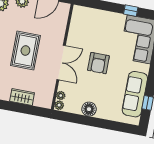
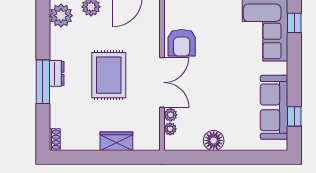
armchair: (98, 63) -> (182, 43), moved
plant: (59, 105) -> (171, 115), moved

